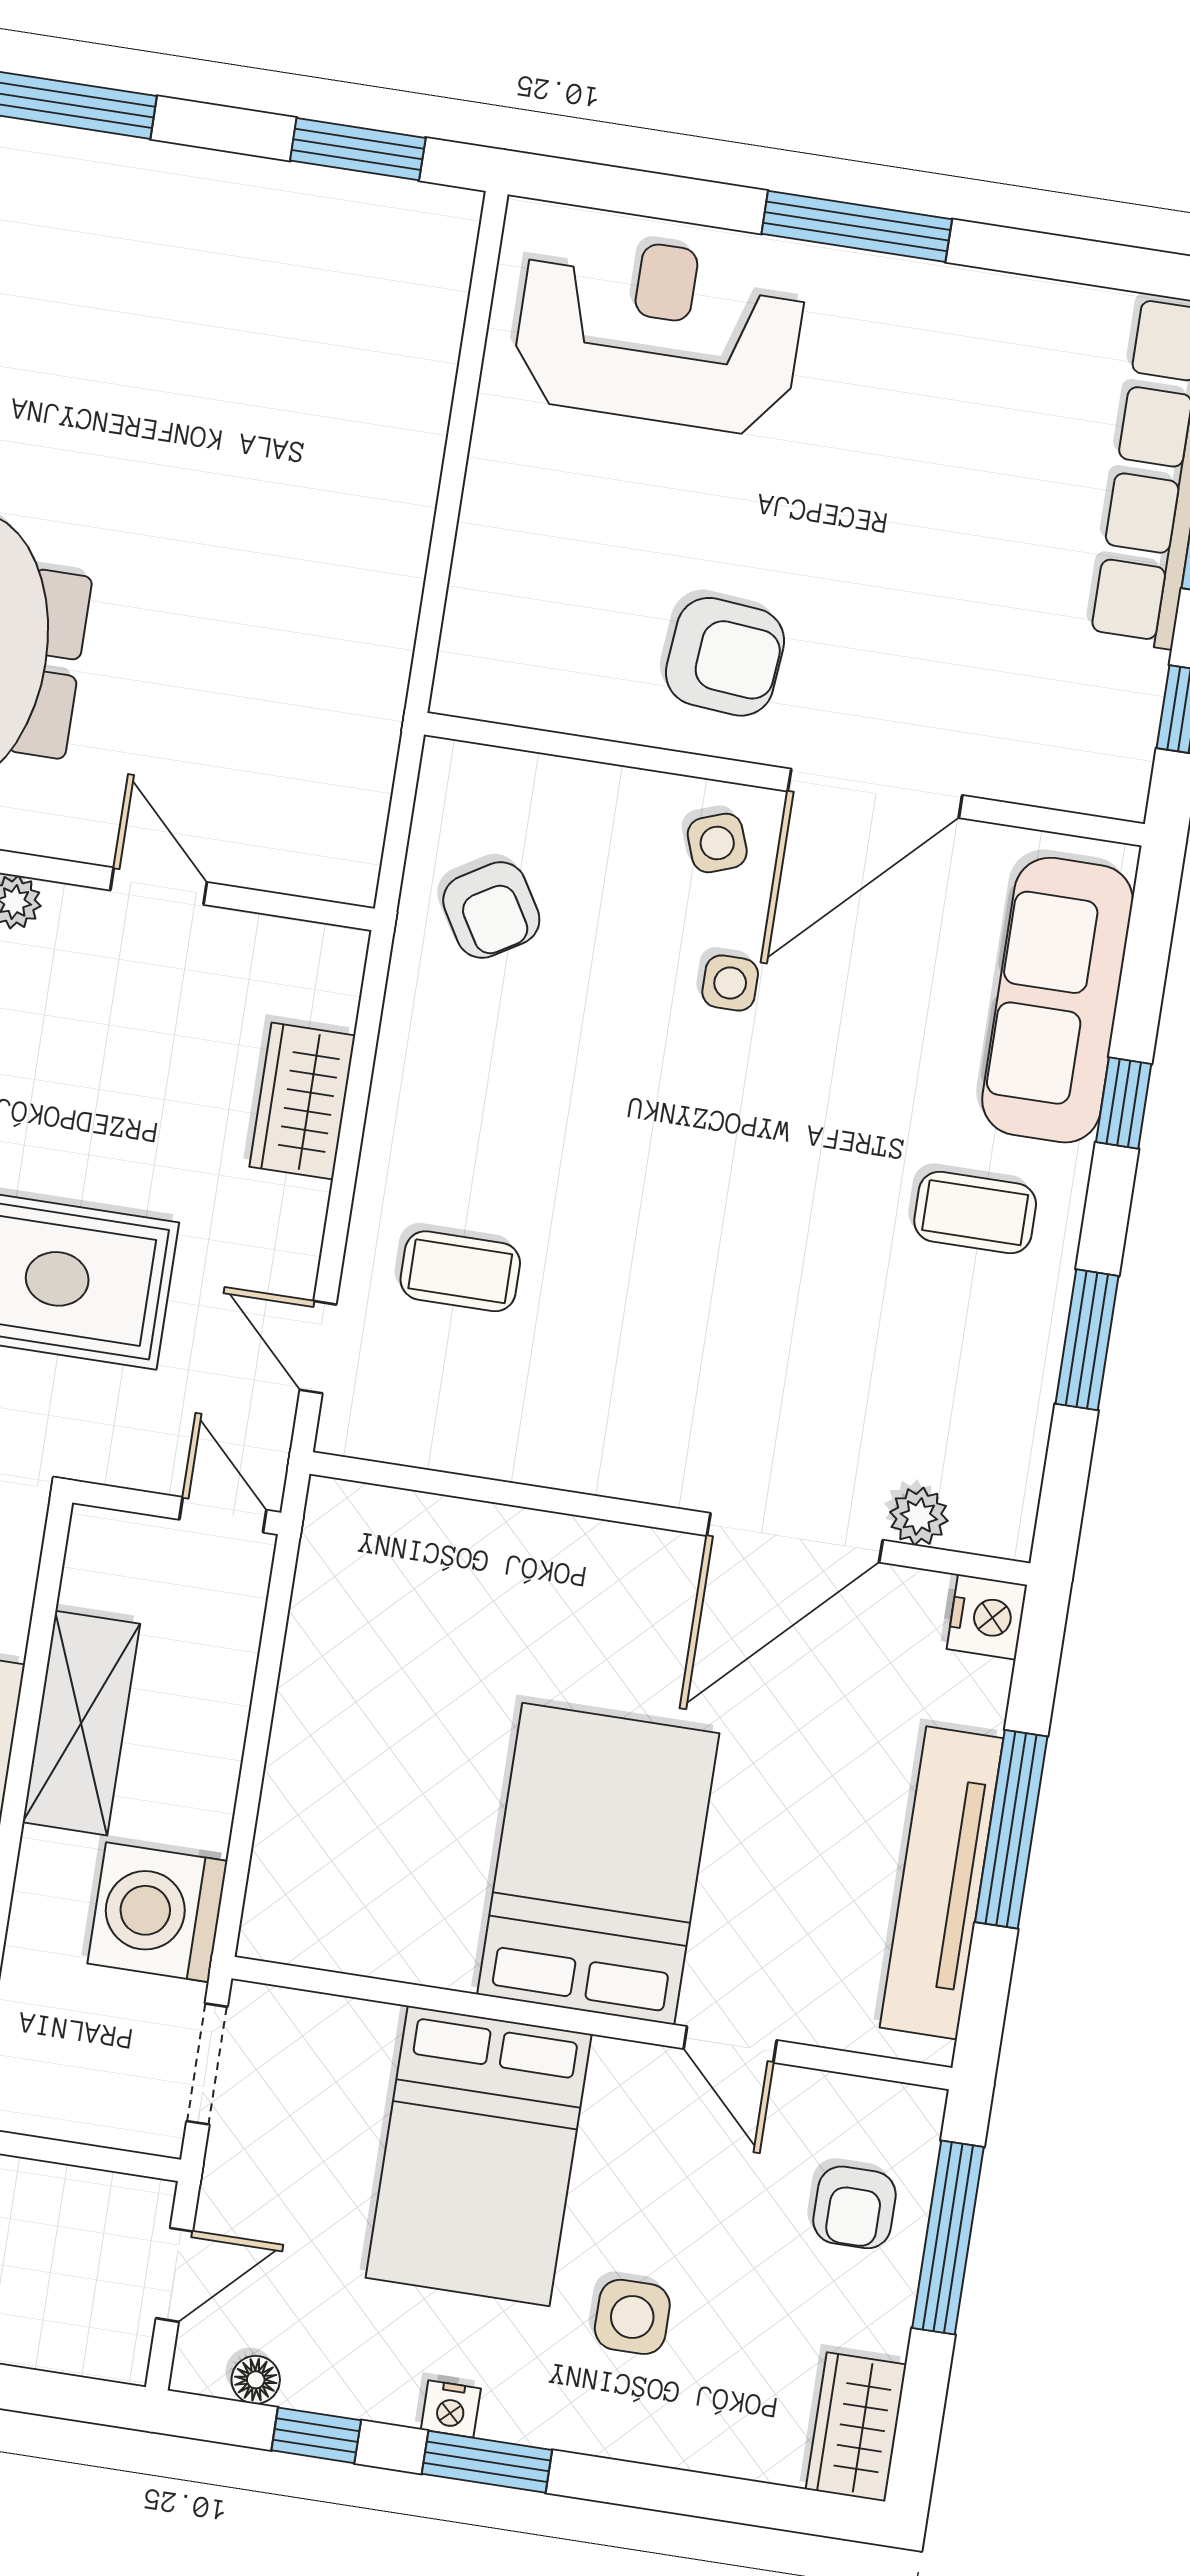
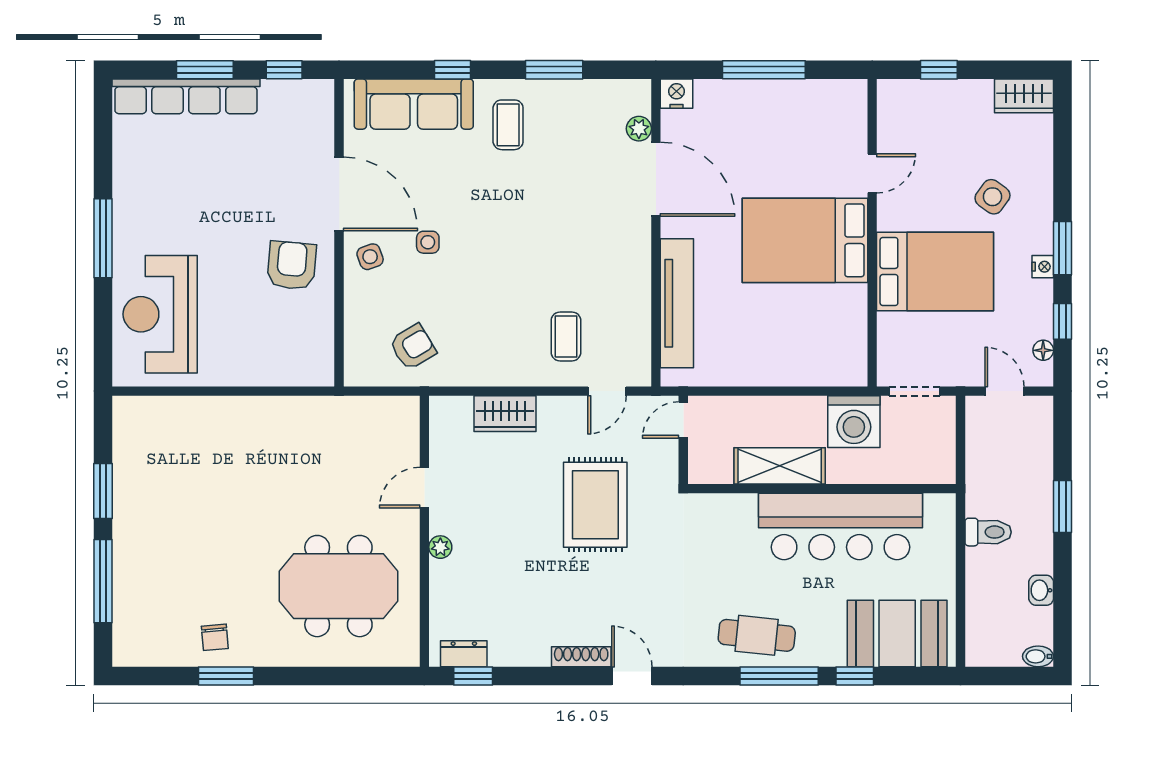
window: (358, 149) -> (103, 491), moved
tv unit: (942, 1883) -> (677, 303), moved, turned -90
armchair: (854, 2207) -> (932, 111), removed
window: (948, 2237) -> (939, 70), width x0.46
side table: (632, 2317) -> (993, 197), turned 36

